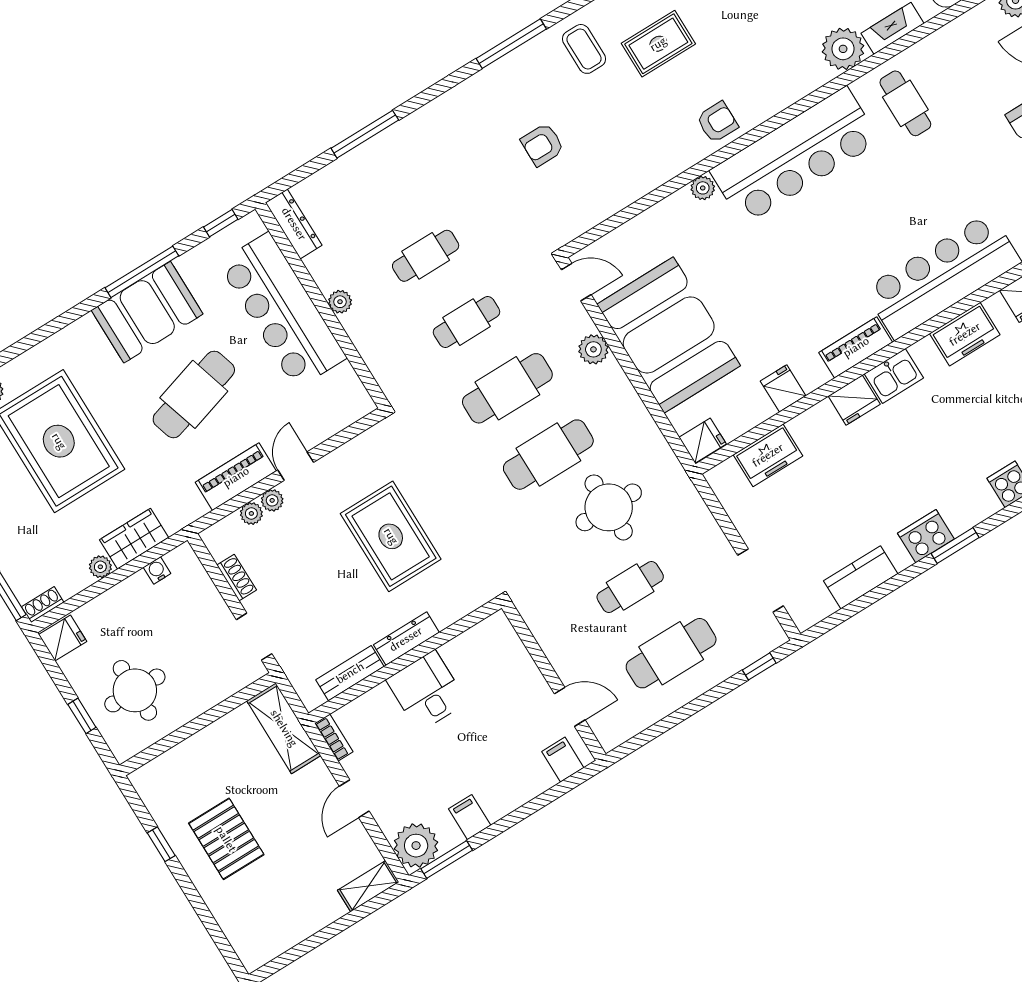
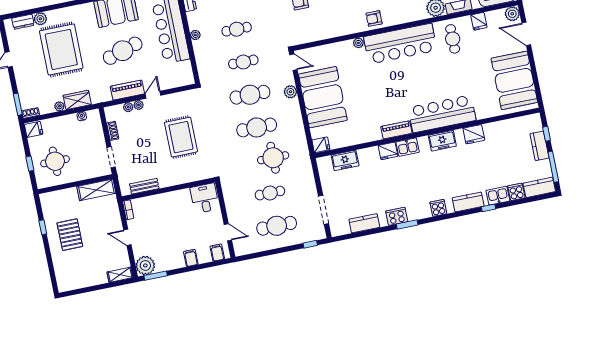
armchair: (717, 122) -> (374, 19), turned 180
fridge: (783, 388) -> (479, 21), moved, turned 180
dresser: (406, 639) -> (172, 181), removed
desk: (427, 691) -> (205, 198), moved
shelving: (284, 728) -> (96, 190), moved, turned 90
door: (354, 799) -> (127, 237), hinge flipped
filing cabinet: (470, 817) -> (191, 258), moved

